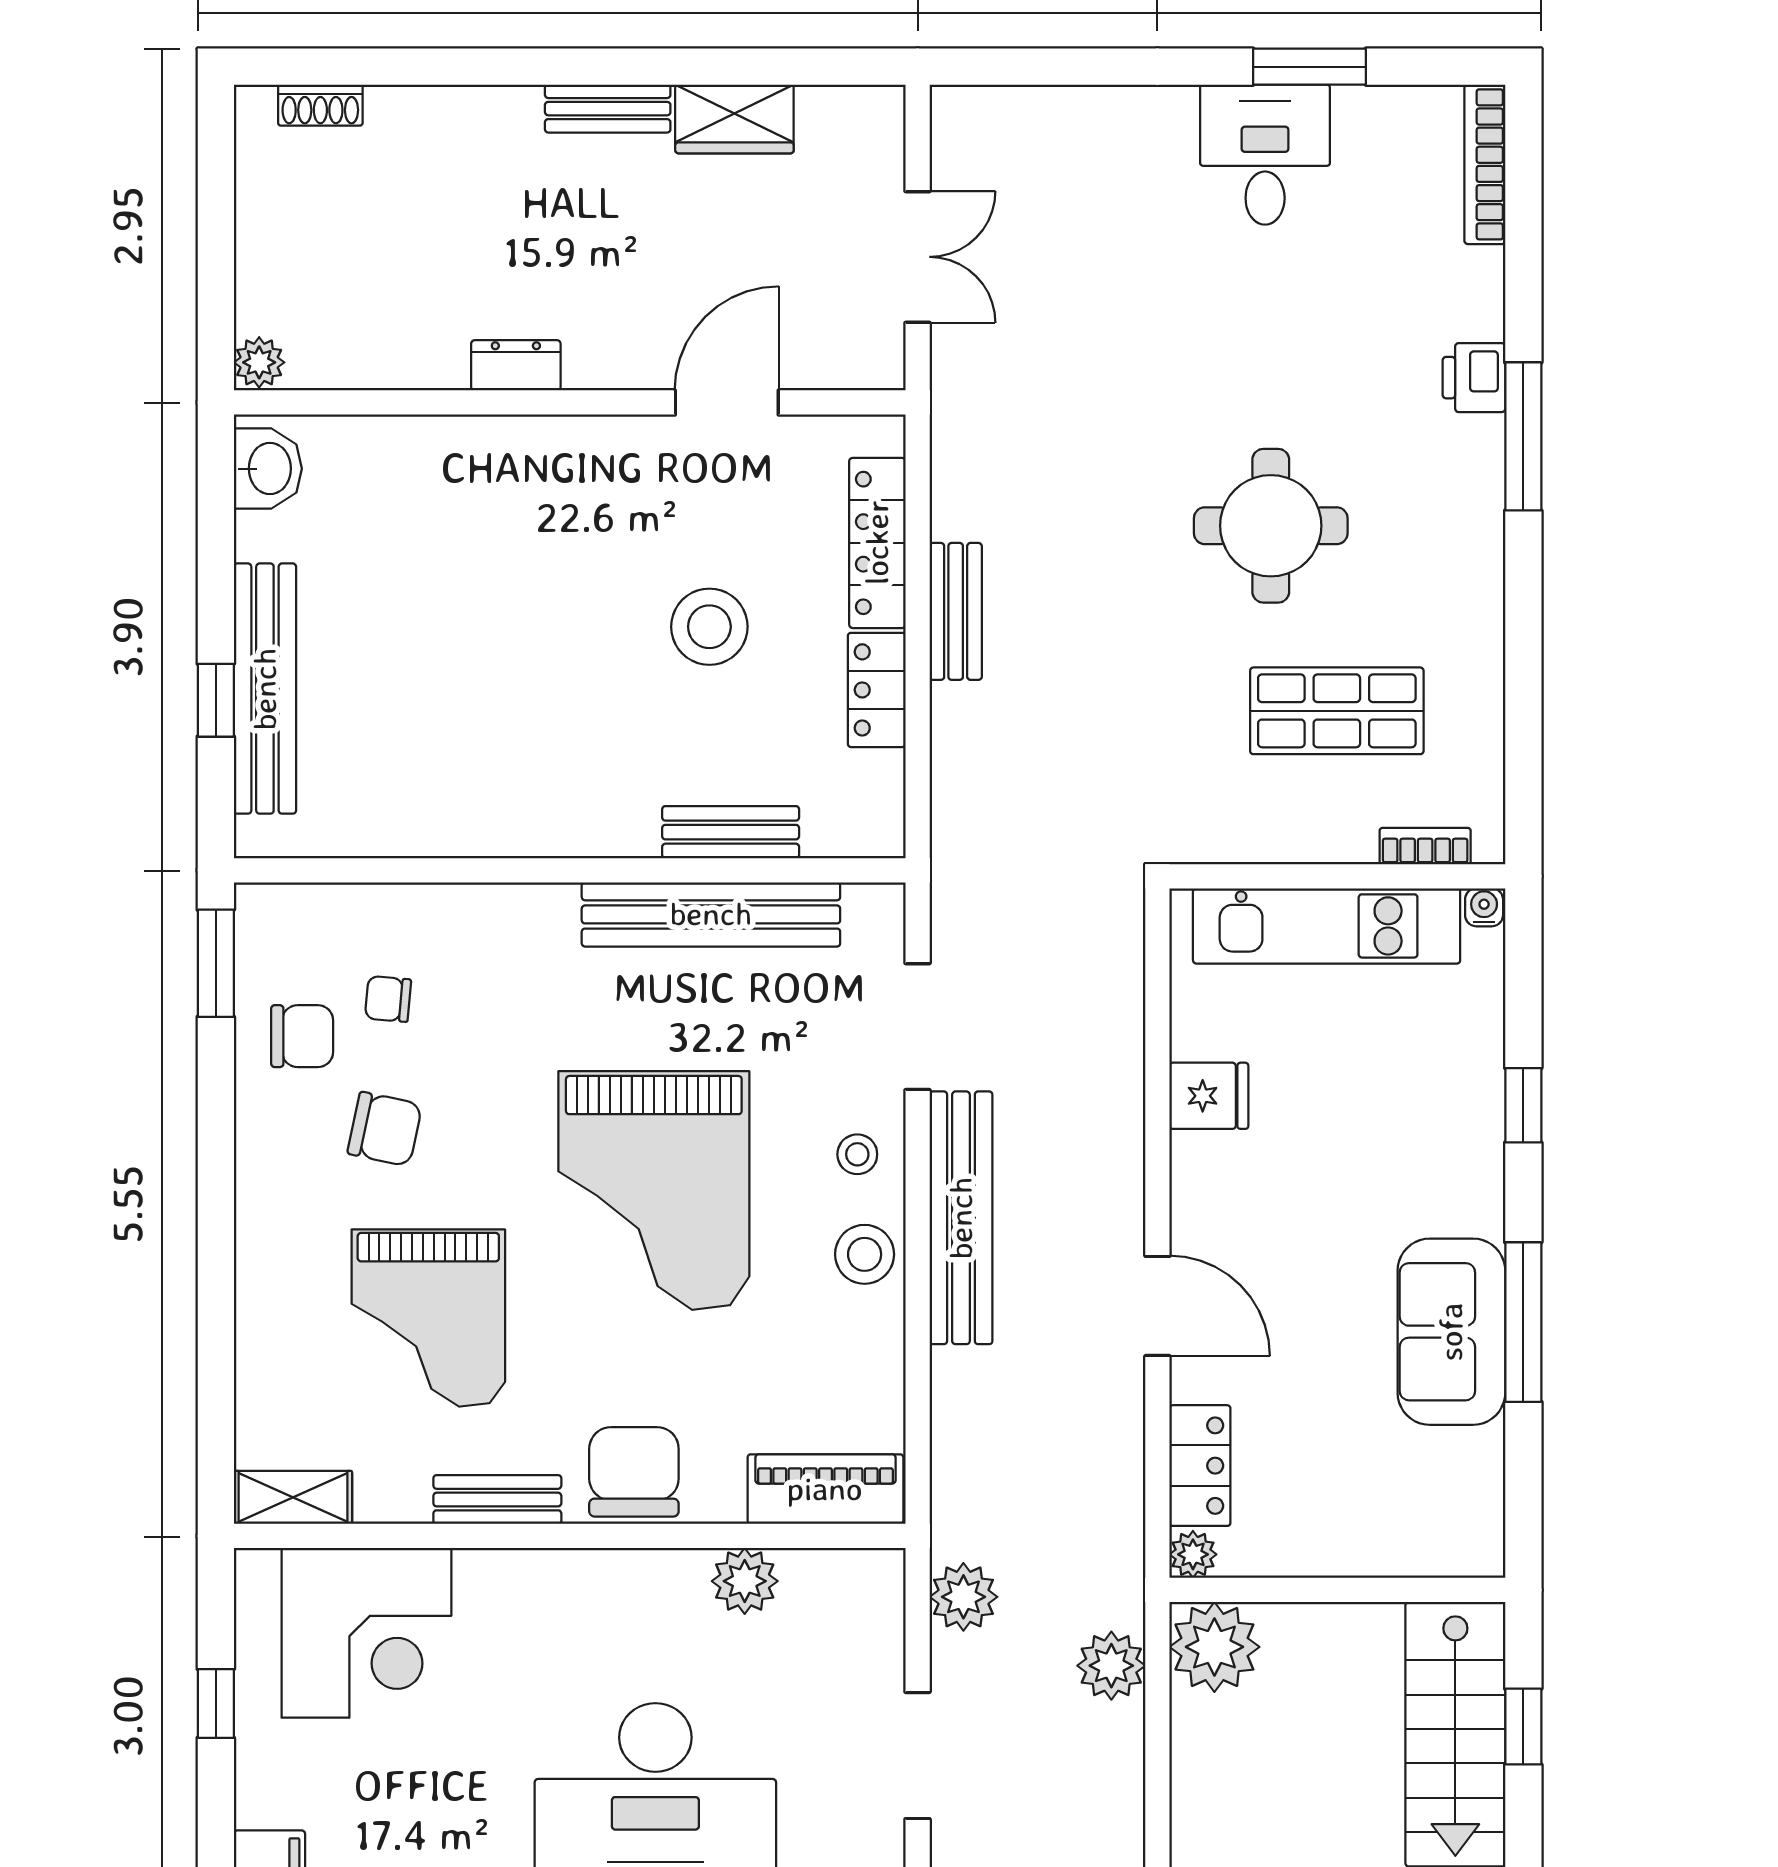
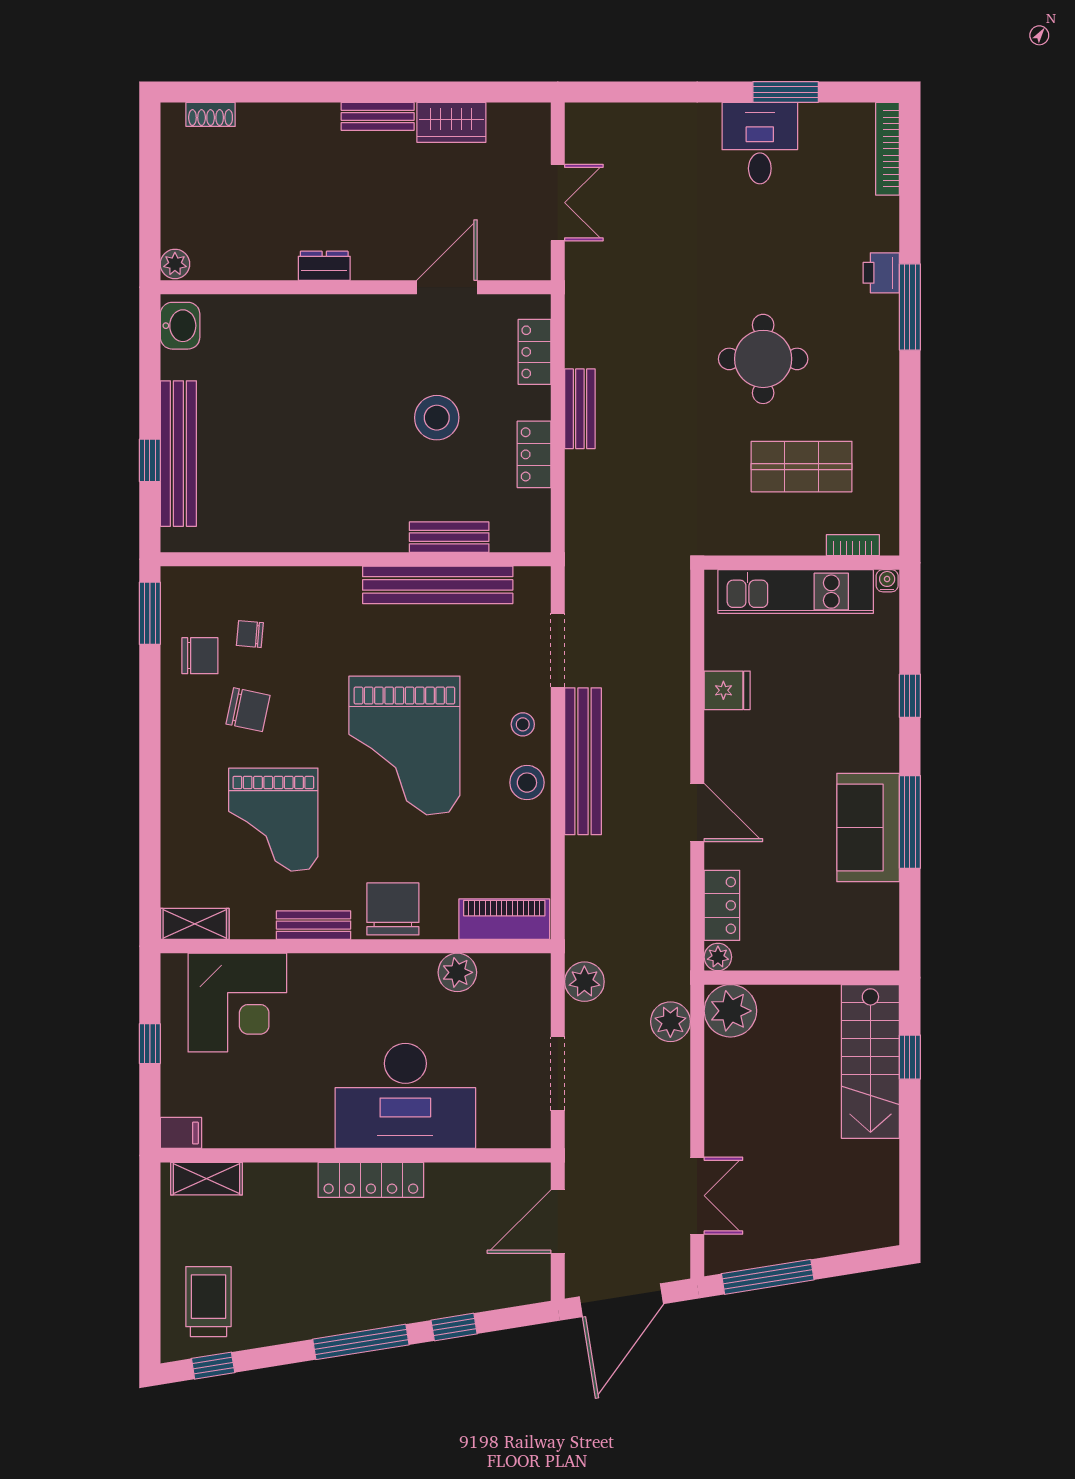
locker: (877, 543) -> (534, 352), width x0.66

